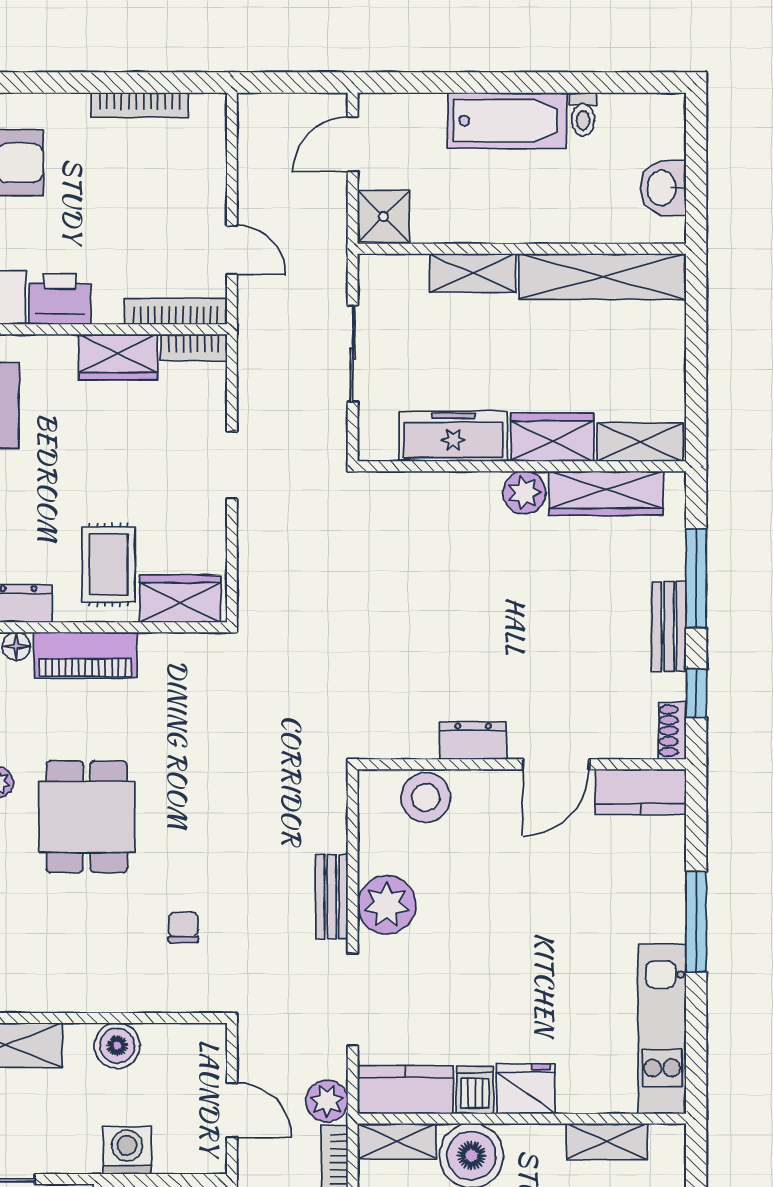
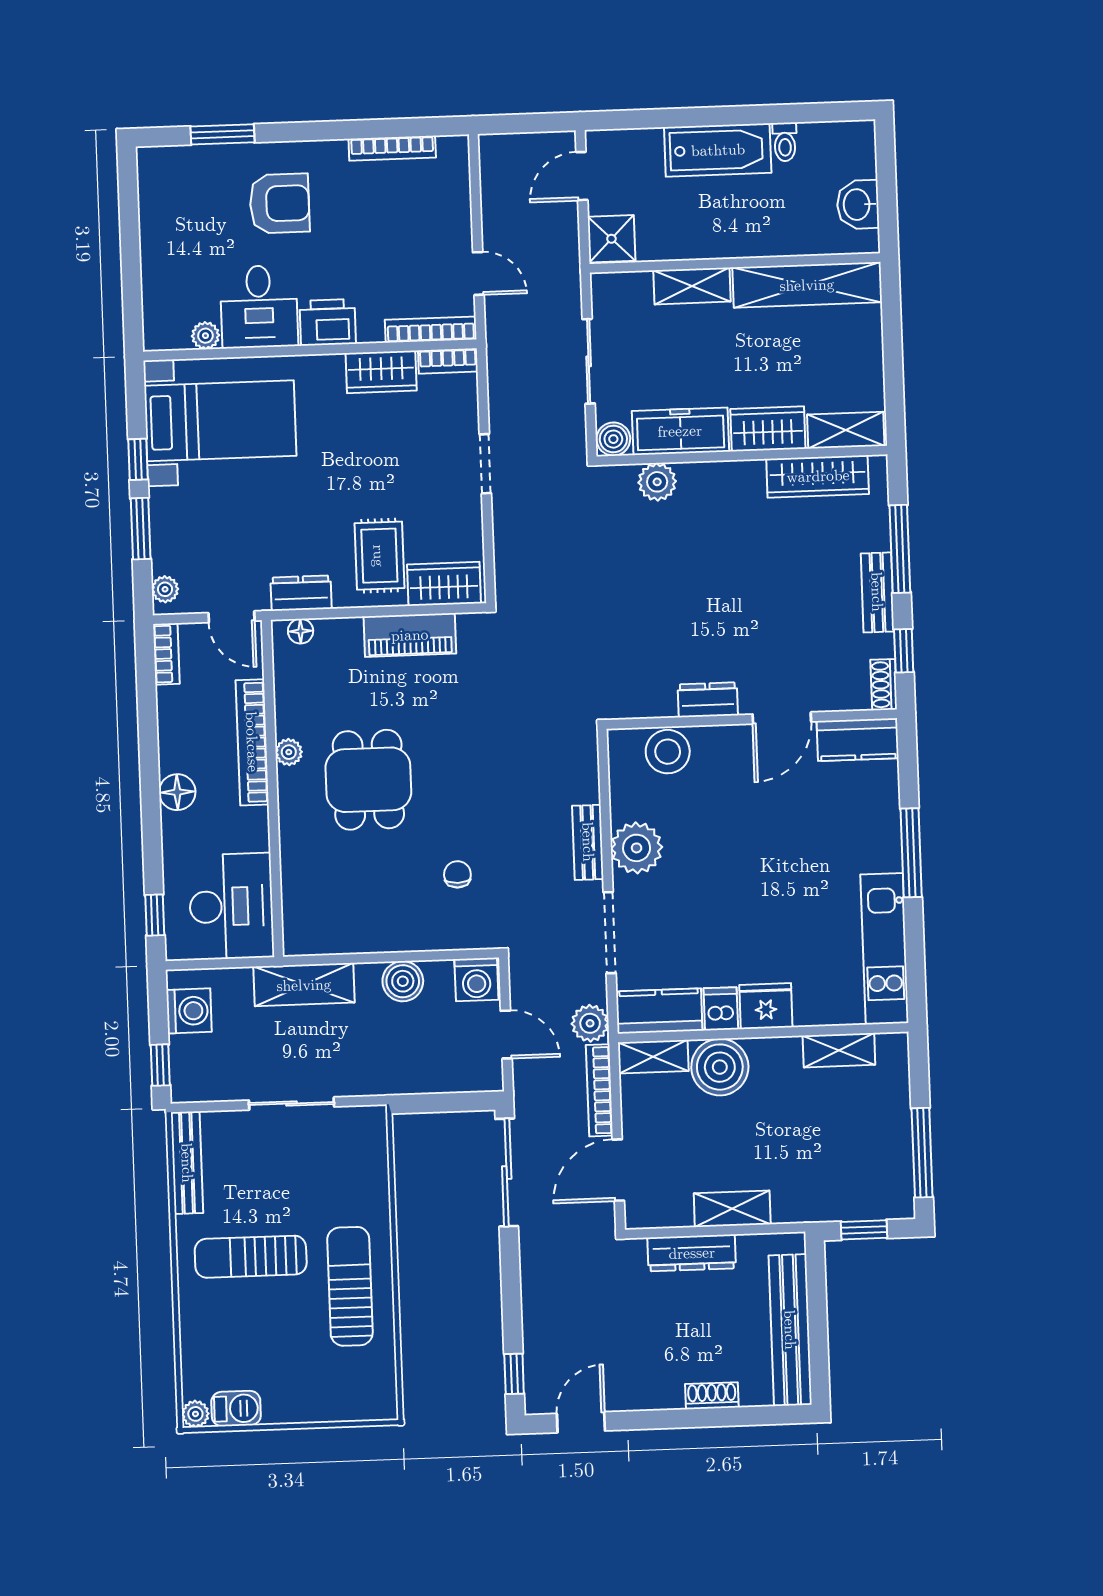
boiler: (377, 442) -> (613, 439), added
plant: (524, 493) -> (657, 482), moved
piano: (85, 655) -> (410, 635), moved
washing machine: (127, 1150) -> (476, 979), moved, turned 180

